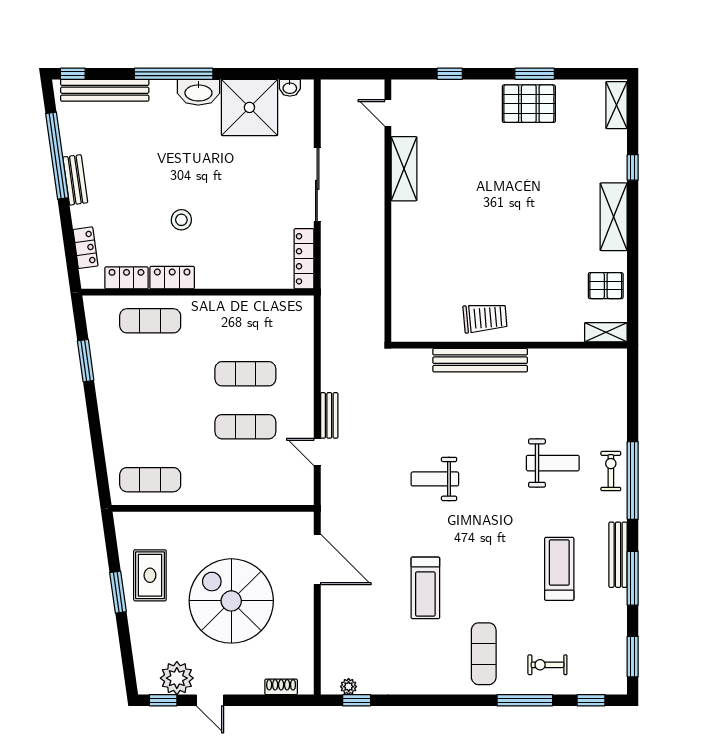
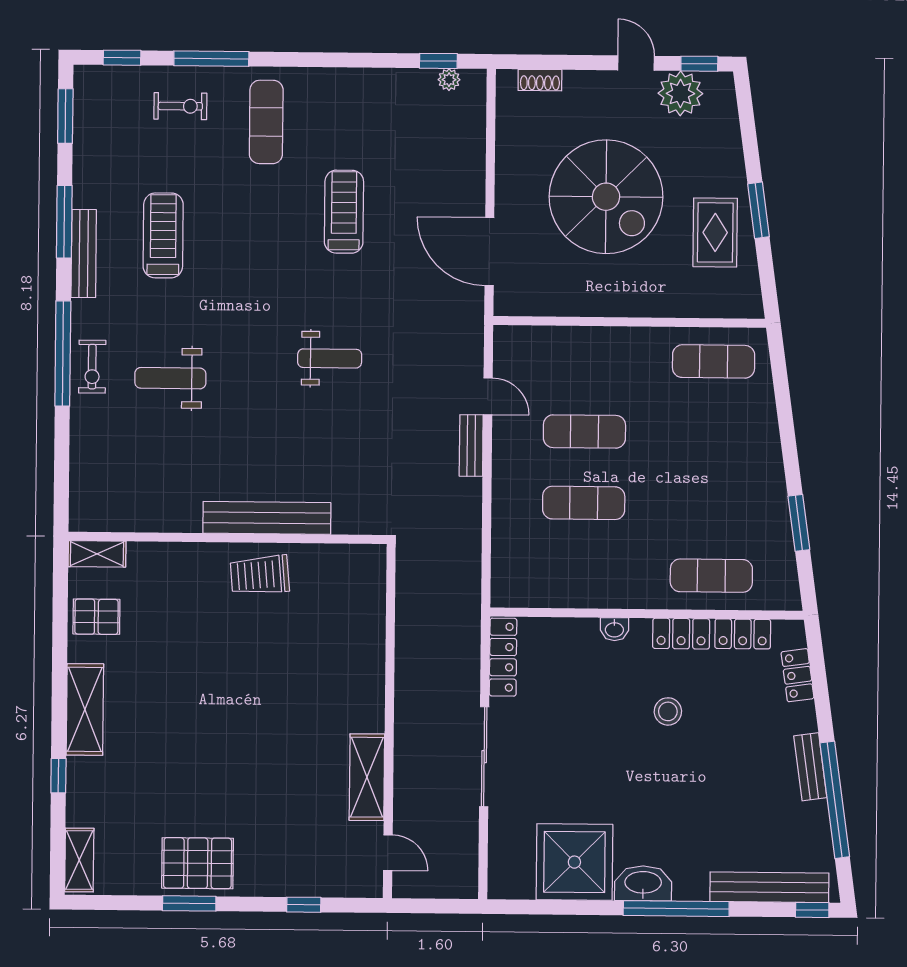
washbasin: (290, 88) -> (614, 629), moved, turned 180
treadmill: (559, 569) -> (163, 235), turned 180

